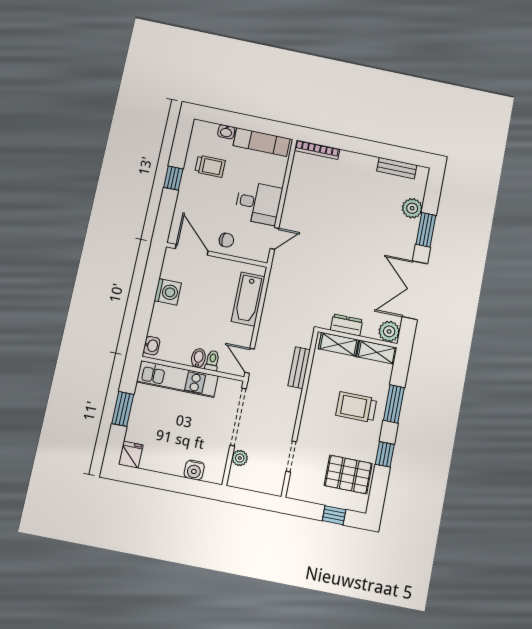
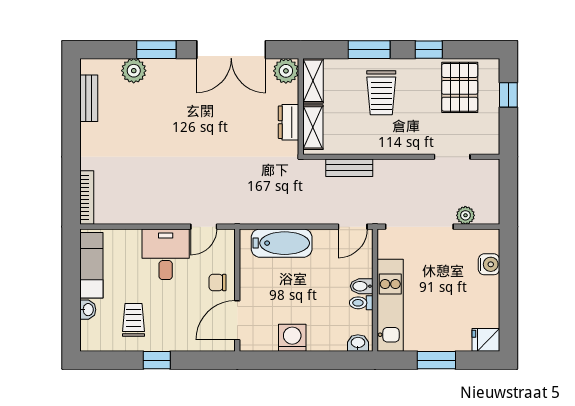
door: (275, 238) -> (204, 227), swing flipped
chair: (226, 240) -> (218, 283), turned -90
toilet: (212, 361) -> (361, 303), moved

